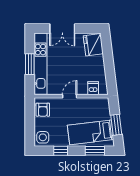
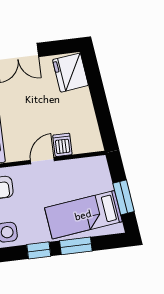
dishwasher: (93, 88) -> (62, 145), moved
window: (95, 151) -> (76, 246), moved

